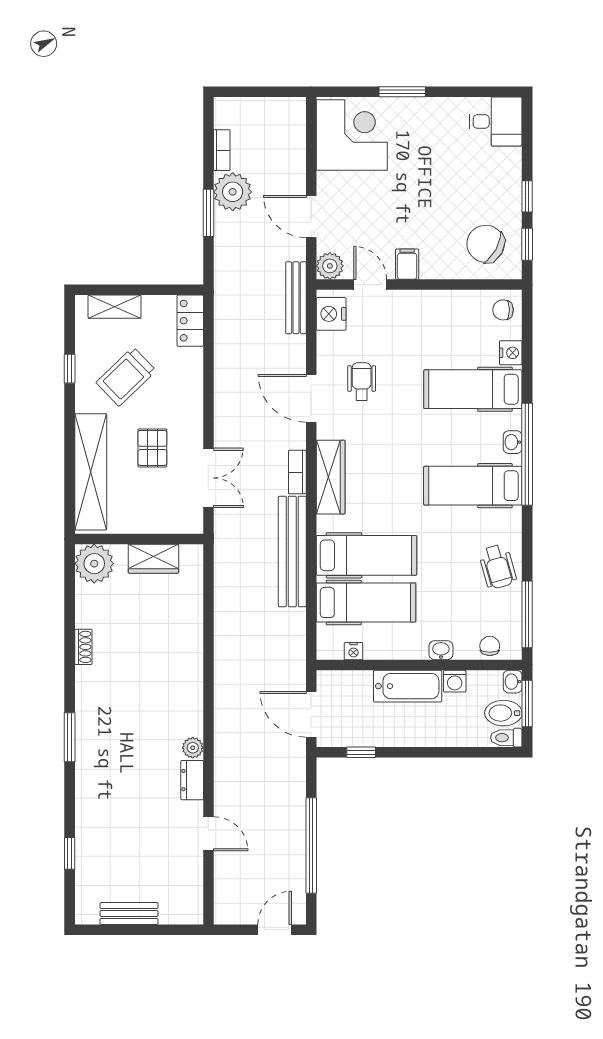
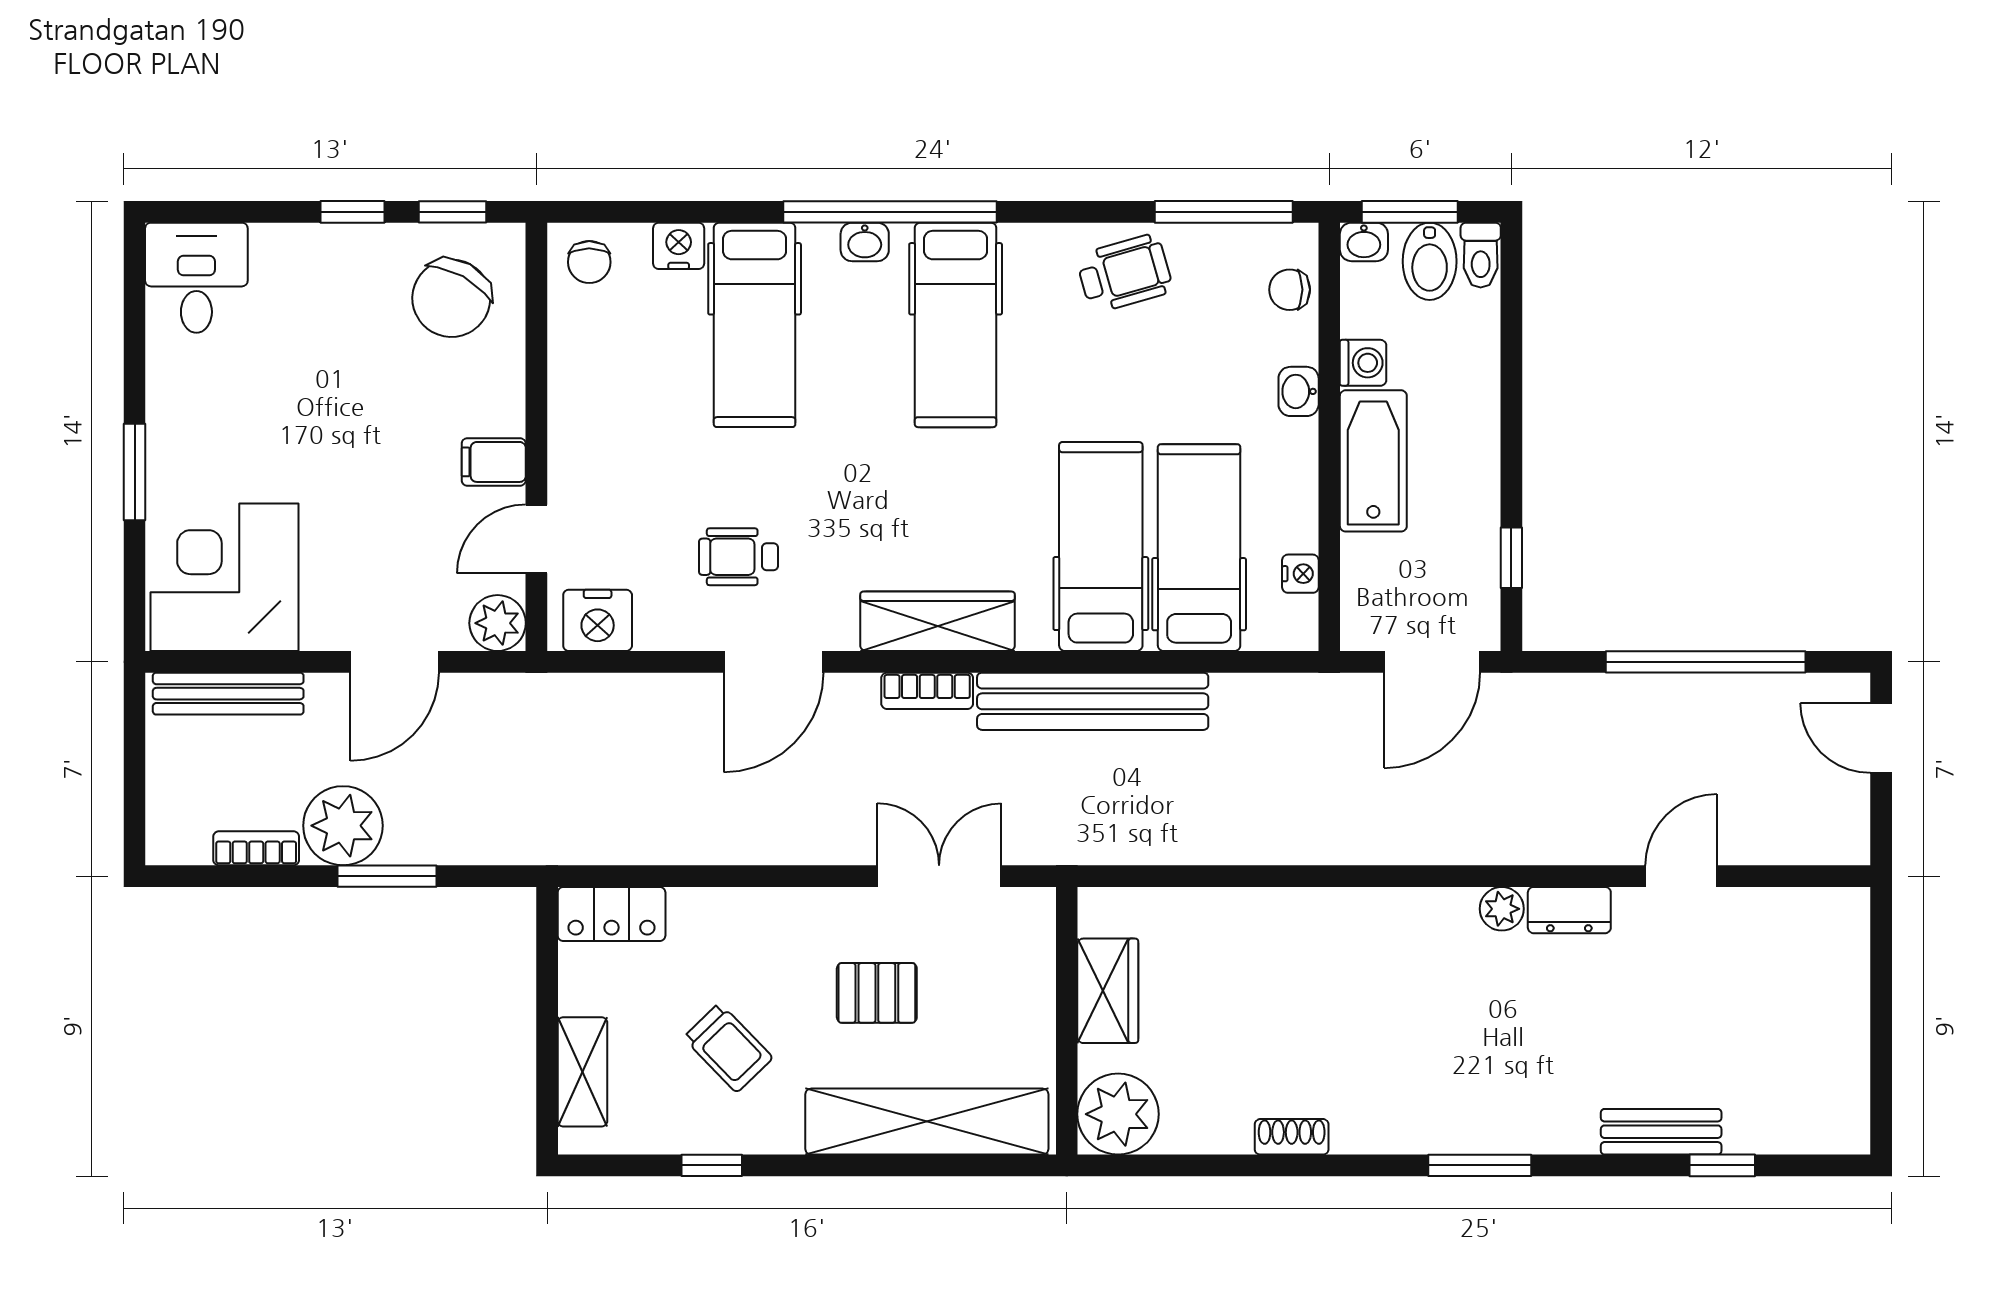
bench: (296, 298) -> (228, 694), moved
trolley: (126, 377) -> (728, 1048), width x0.73, depth x0.72
bench: (129, 914) -> (1661, 1132), moved, turned 90

